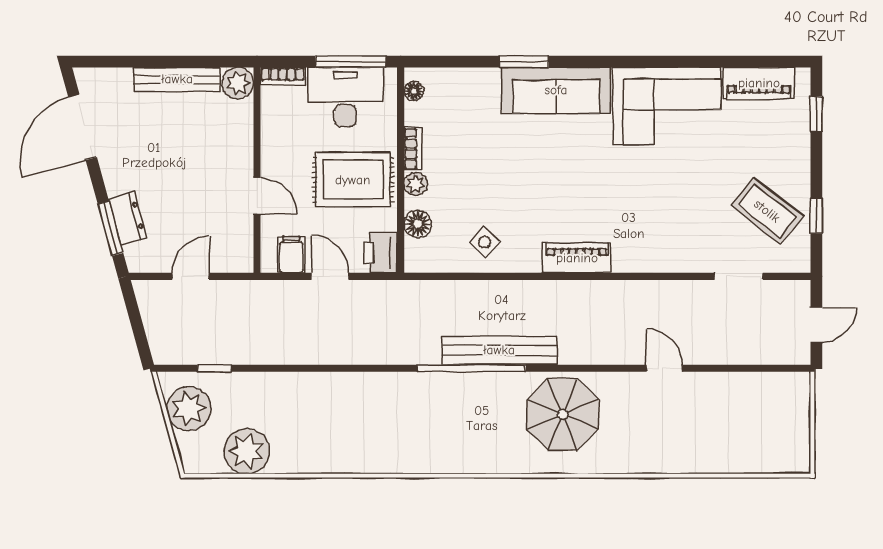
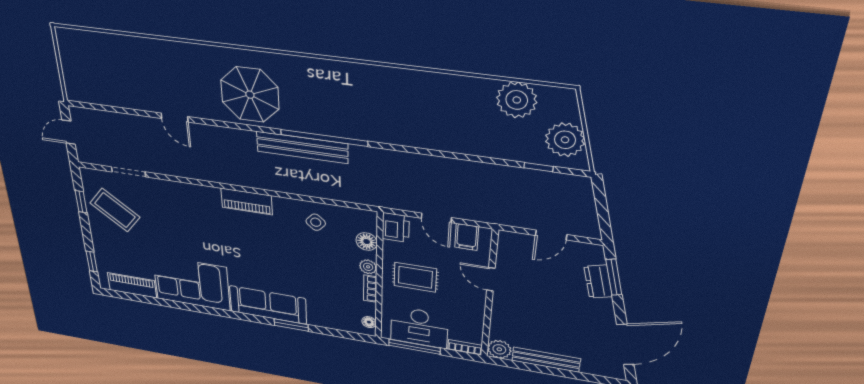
rug: (353, 180) -> (415, 277), width x0.73, depth x0.70

